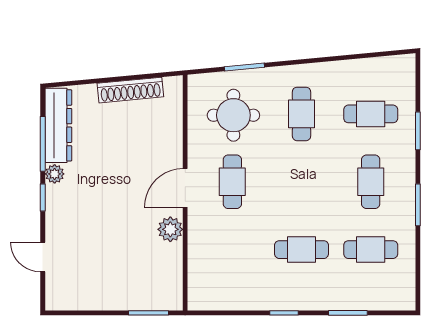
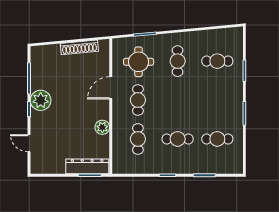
dresser: (58, 125) -> (87, 166), moved, turned -90
plant: (55, 174) -> (41, 100), width x1.88, depth x1.88
cafe table: (371, 182) -> (138, 139), moved
door: (185, 188) -> (111, 88), moved

